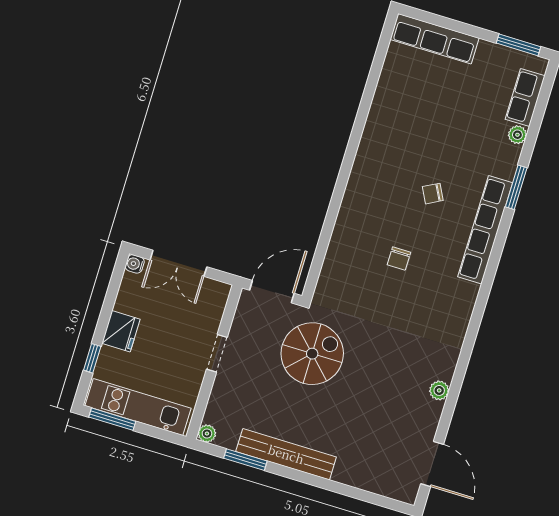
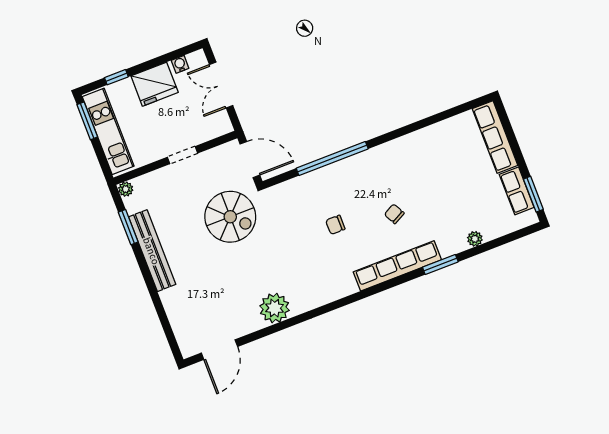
row of seats: (525, 98) -> (517, 191), moved, turned -90
window: (333, 212) -> (332, 158), added
water cooler: (135, 264) -> (180, 64), moved
fridge: (121, 331) -> (155, 84), width x1.36, depth x1.34
plant: (439, 390) -> (275, 308), width x1.88, depth x1.88

